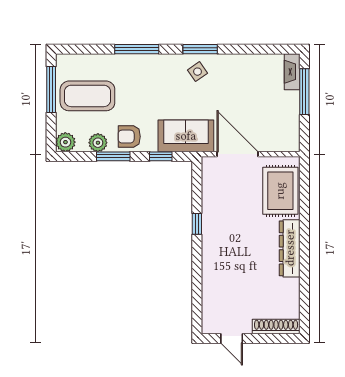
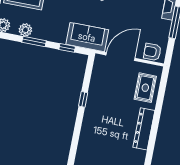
armchair: (129, 137) -> (152, 52), moved
door: (237, 154) -> (120, 57), hinge flipped
rug: (280, 191) -> (145, 88), width x0.73, depth x0.70

